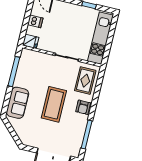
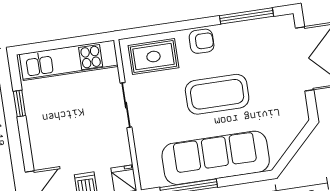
sofa: (18, 103) -> (216, 158), width x1.85, depth x1.27

